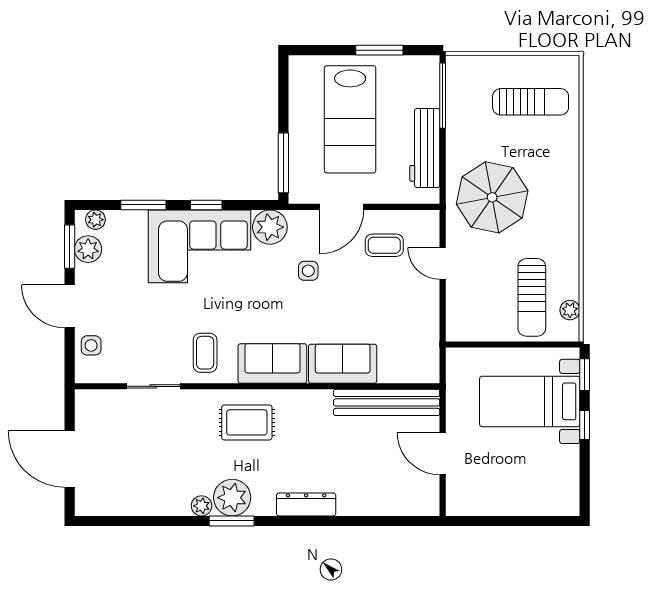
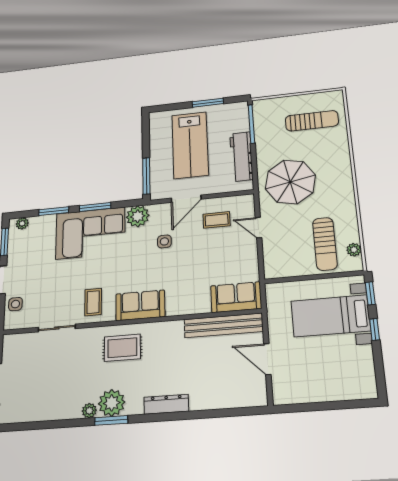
window: (206, 205) -> (95, 207), width x1.50
plant: (88, 249) -> (16, 242), removed
sofa: (343, 364) -> (236, 297), moved

